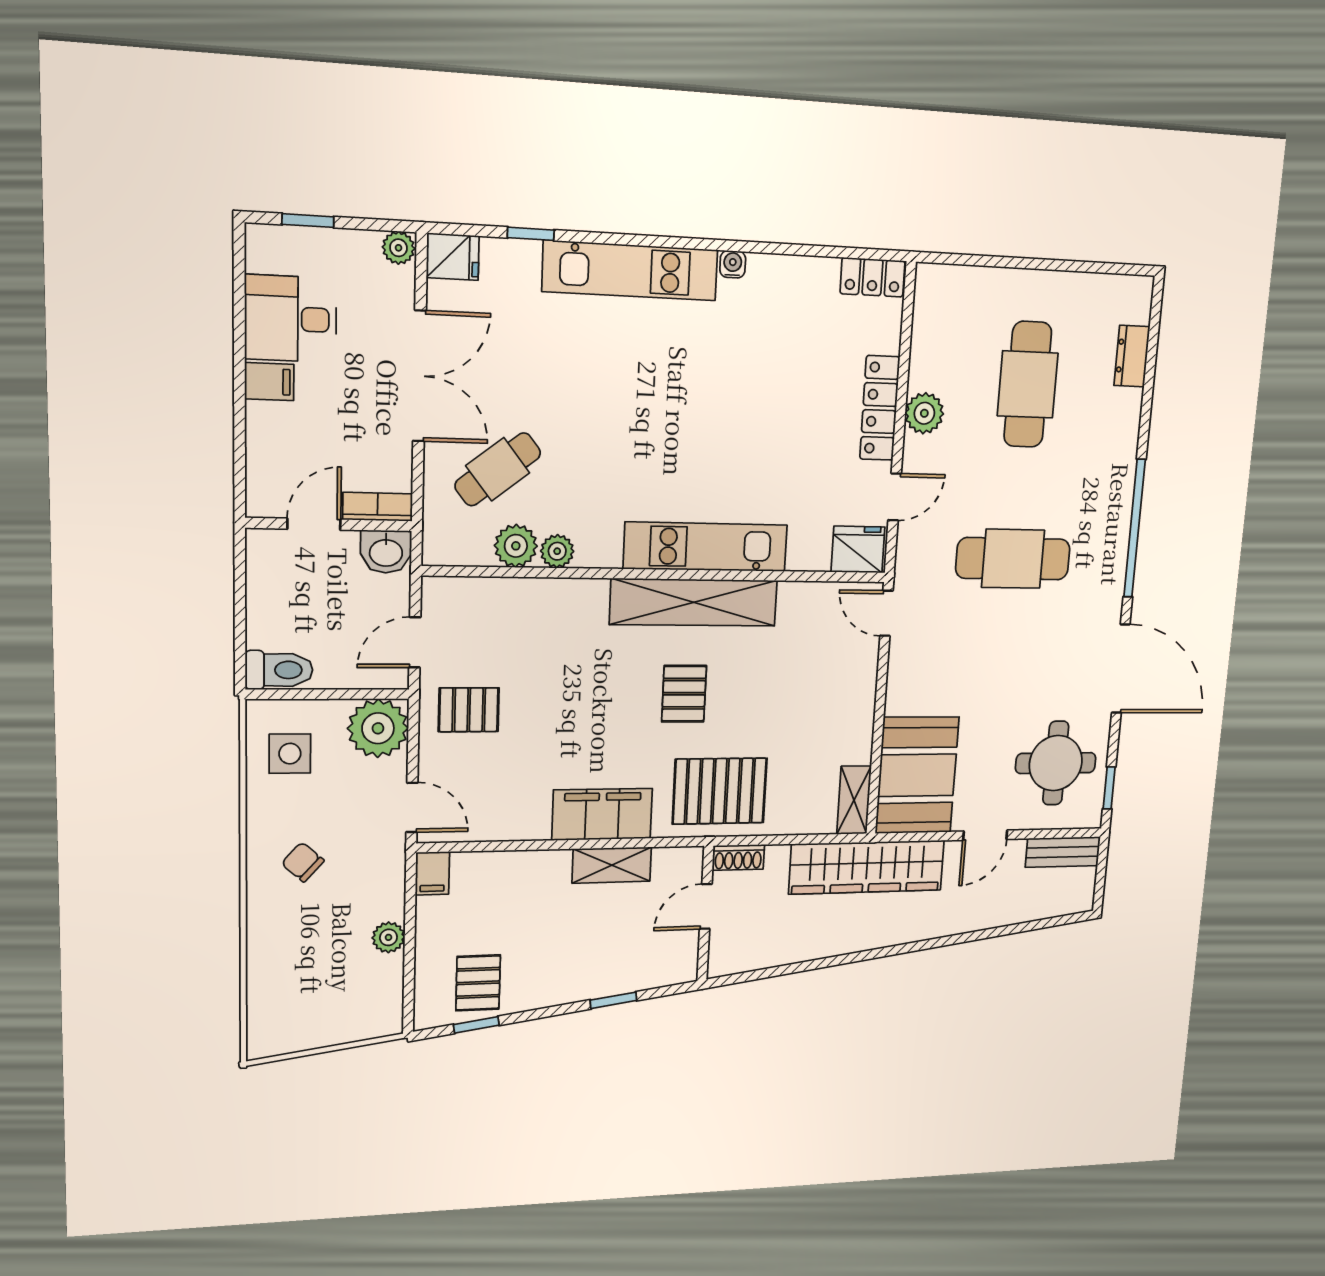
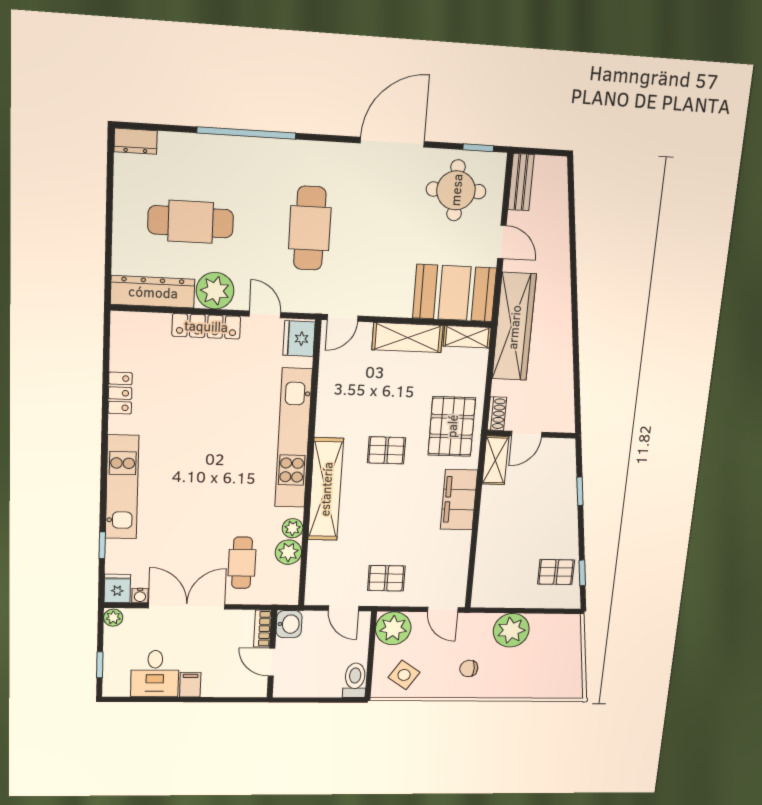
water cooler: (733, 264) -> (140, 596), moved, turned -90
locker: (873, 277) -> (120, 393), moved
dresser: (932, 327) -> (153, 292), added
dresser: (1132, 356) -> (136, 141), moved
plant: (924, 413) -> (215, 291), width x1.36, depth x1.36
cafe table: (498, 469) -> (242, 563), turned 38
window: (1135, 528) -> (246, 133), moved
kitchen unit: (706, 547) -> (293, 438), width x1.36
shelving: (694, 602) -> (326, 489), moved
pallet: (469, 710) -> (386, 578), turned 90
shelving: (855, 712) -> (408, 338), added
side table: (290, 754) -> (404, 675), turned 34
door: (412, 808) -> (443, 610), swing flipped
chair: (303, 862) -> (469, 668), turned 48
shelving: (612, 865) -> (495, 460), moved
filing cabinet: (432, 873) -> (484, 598), removed
door: (706, 906) -> (527, 434), hinge flipped
plant: (388, 937) -> (511, 630), width x1.88, depth x1.88

